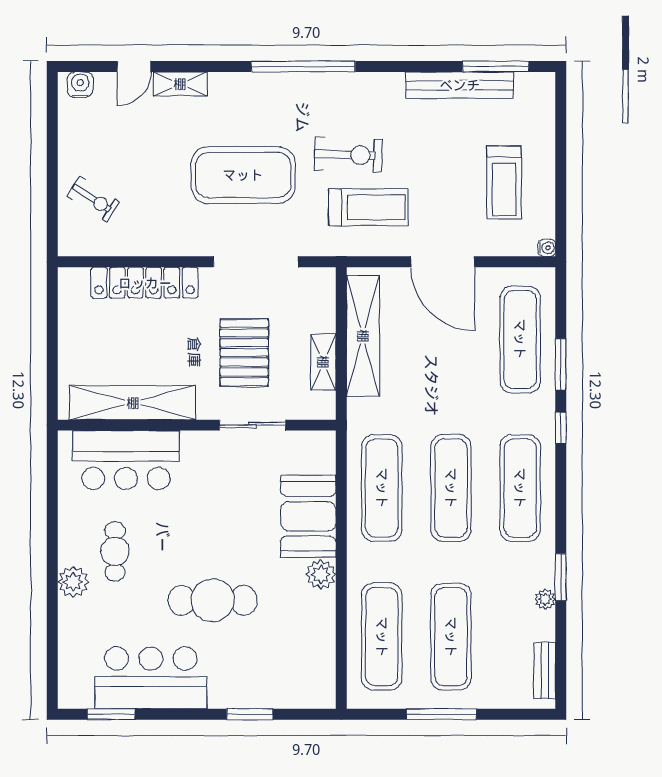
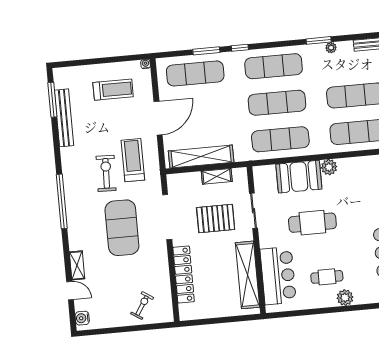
cafe table: (213, 600) -> (312, 223), moved, turned 90

